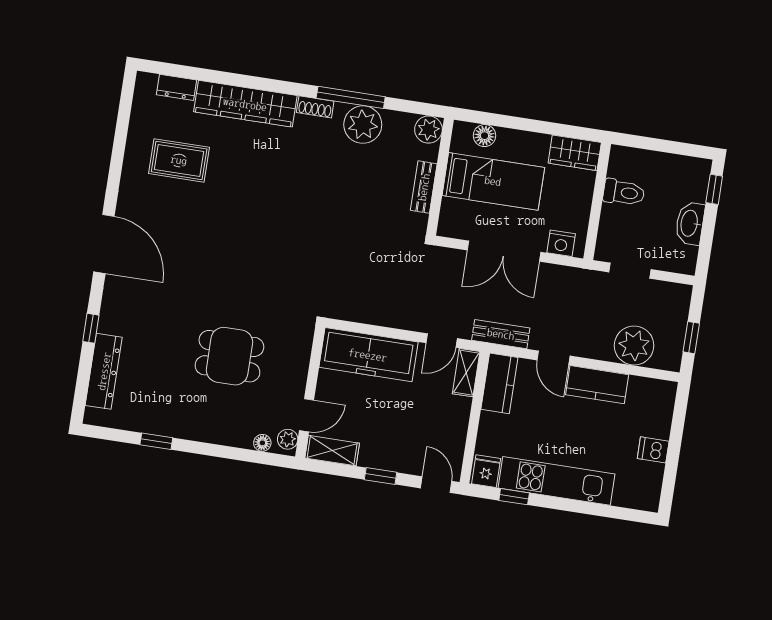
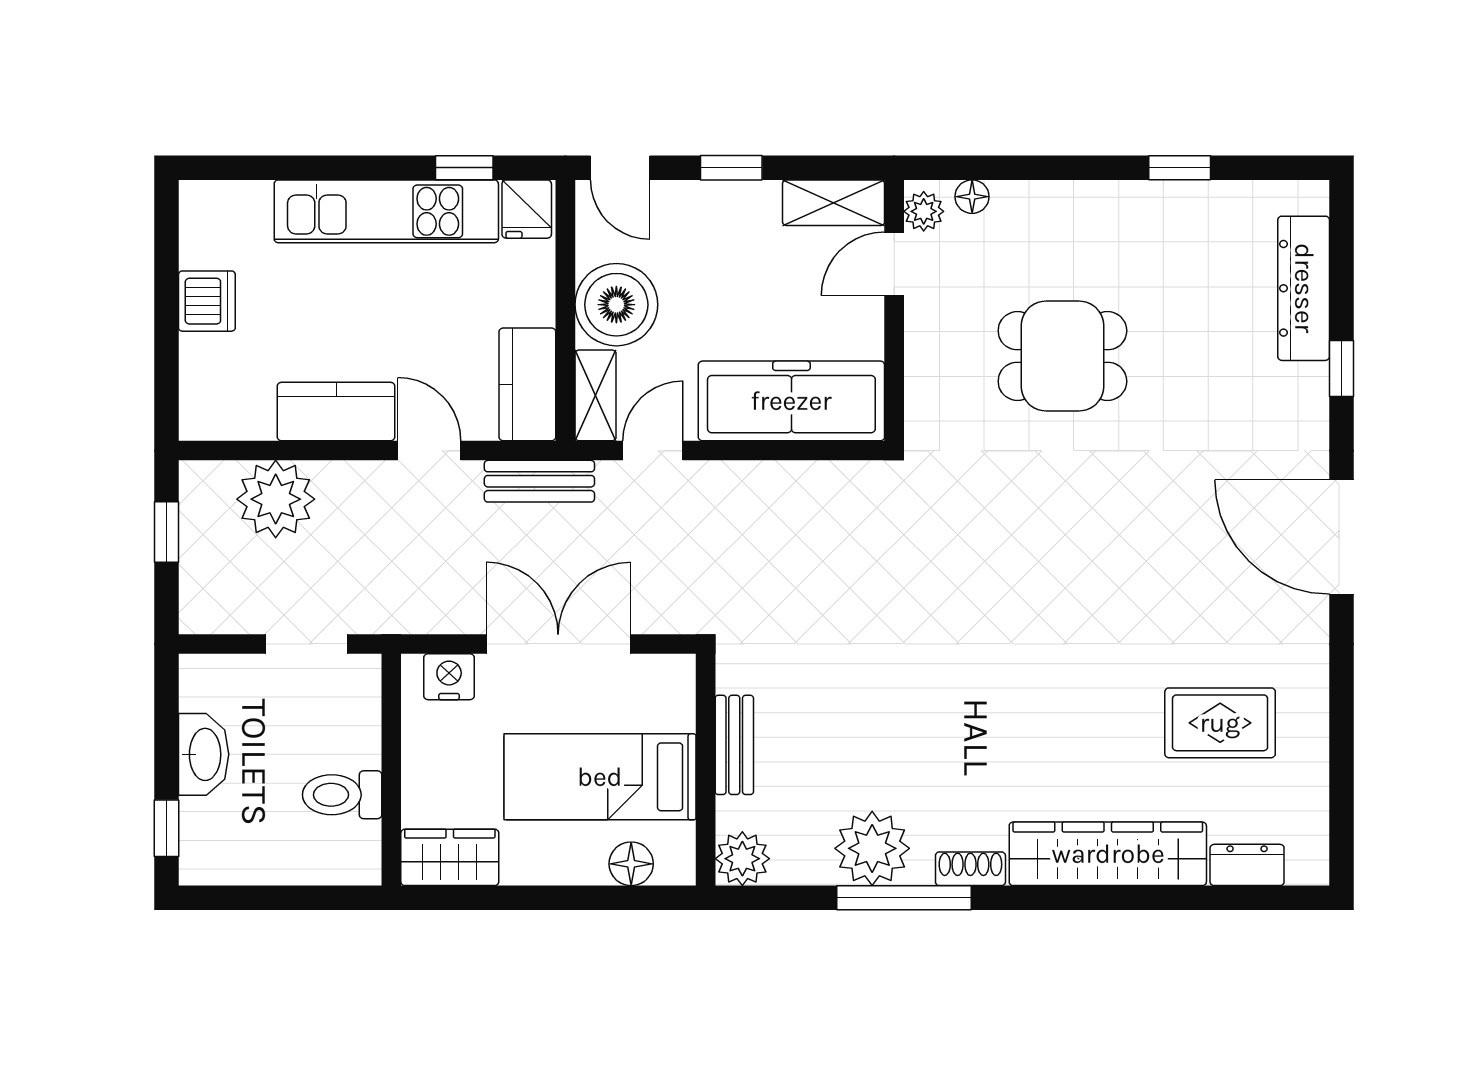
boiler: (449, 416) -> (616, 305), added
dishwasher: (653, 450) -> (207, 301), width x1.38

